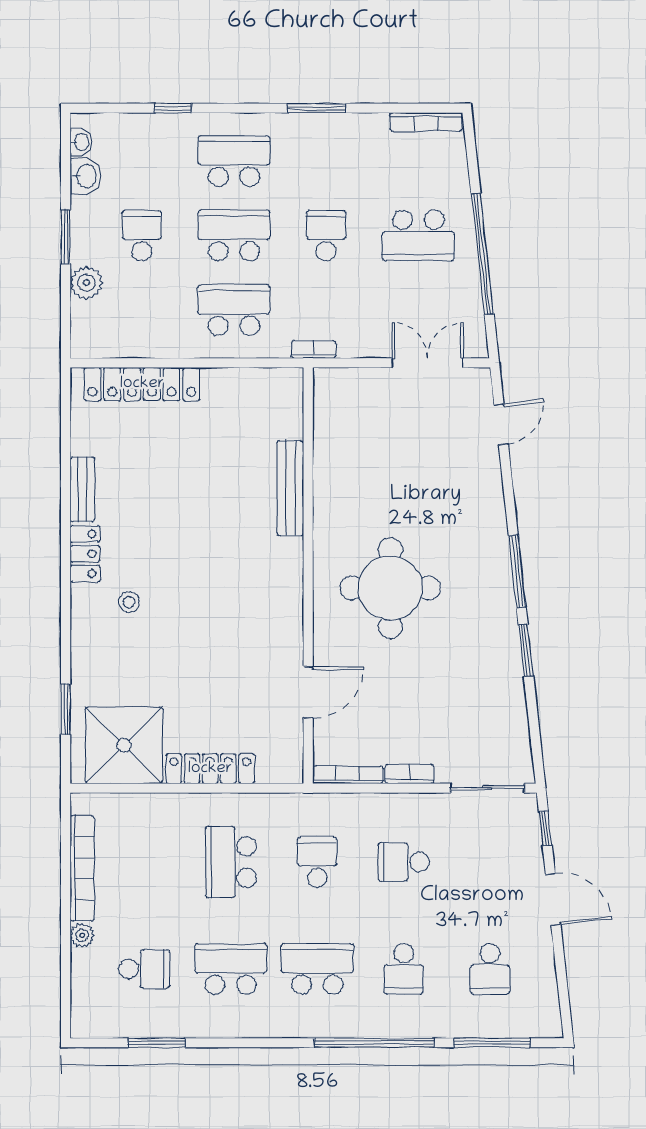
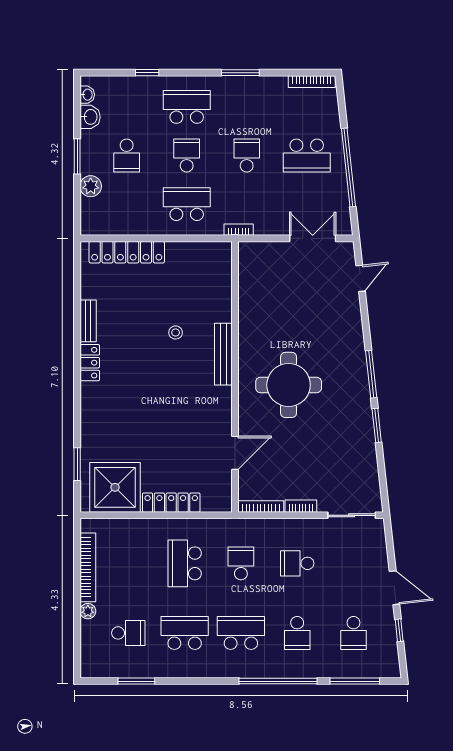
school desk: (142, 235) -> (127, 156), turned 180
school desk: (234, 235) -> (187, 156), width x0.54
bench: (290, 488) -> (223, 354), moved
stool: (129, 602) -> (176, 332), moved
window: (545, 828) -> (399, 630), moved

